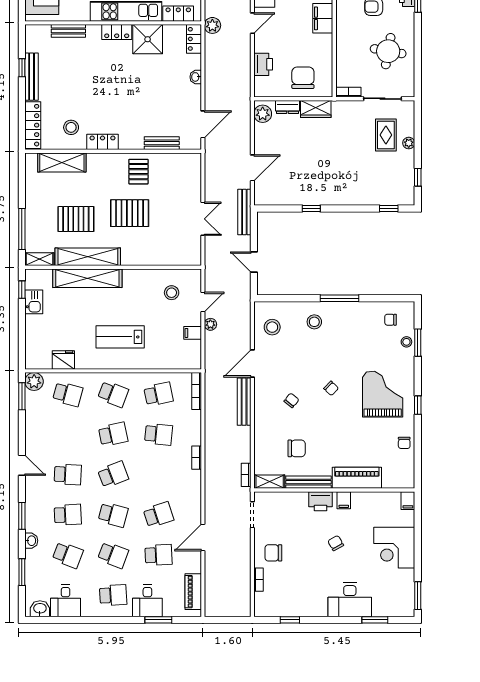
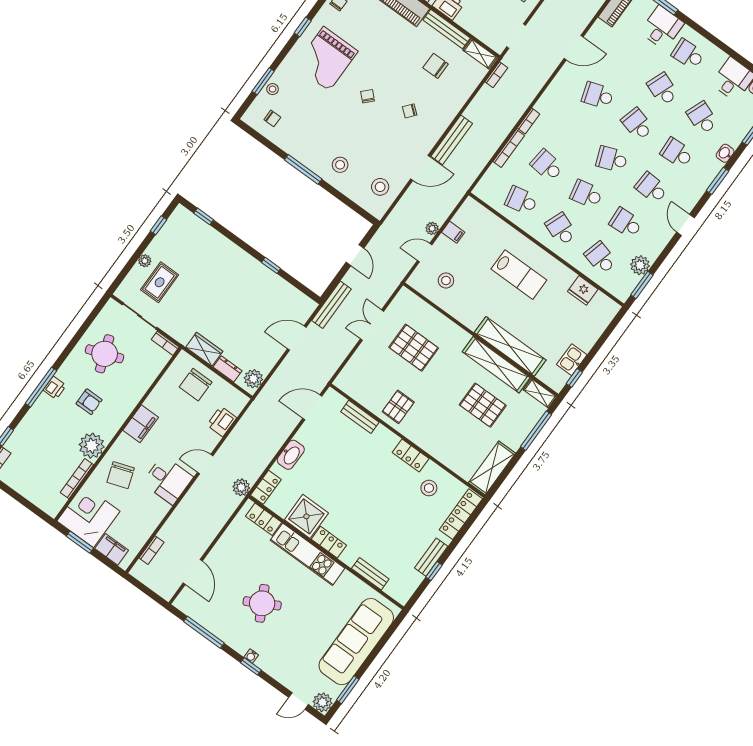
round table: (388, 51) -> (105, 354), turned -30
bench: (32, 77) -> (431, 557), width x0.73
washbasin: (196, 77) -> (291, 455), width x1.91, depth x1.45
shelving: (62, 162) -> (492, 468), moved, turned 90
pallet: (130, 213) -> (414, 348), moved
plant: (34, 382) -> (640, 265), moved
bookcase: (197, 391) -> (509, 149), moved
school desk: (159, 555) -> (626, 223), moved

